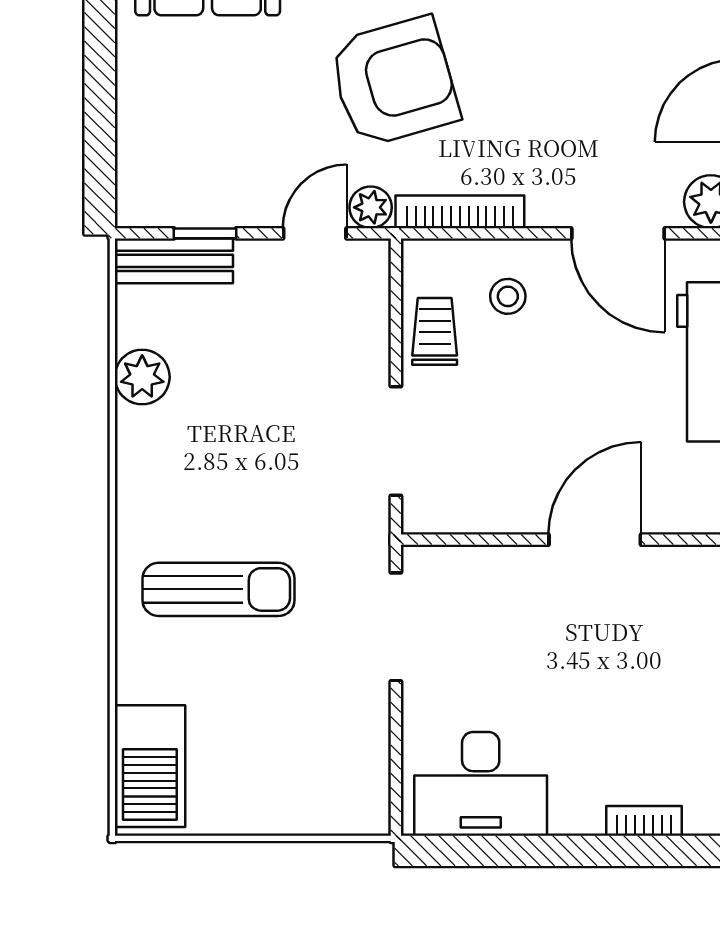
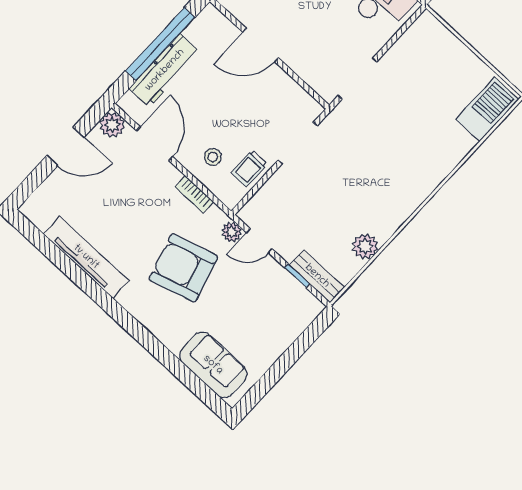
bookcase: (460, 212) -> (194, 194), width x0.64
sun lounger: (219, 589) -> (407, 148), removed

